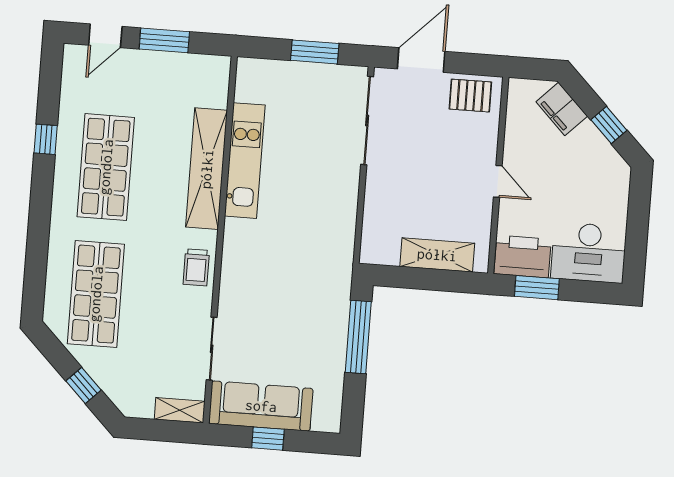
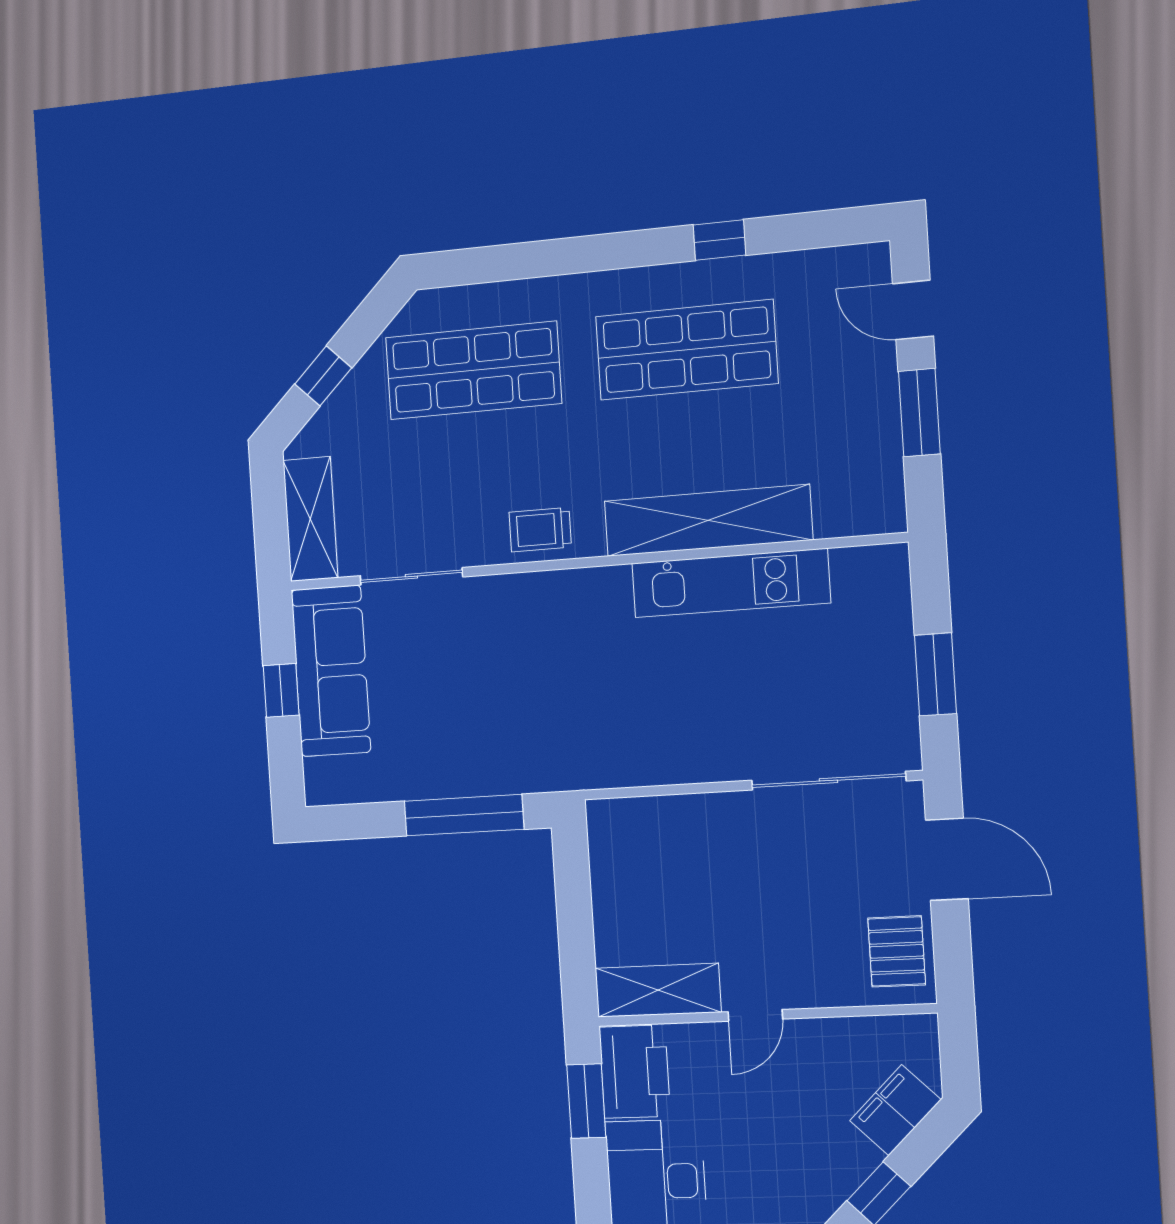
shelving: (437, 255) -> (658, 990), moved, turned 90
shelving: (180, 410) -> (310, 519), width x1.50, depth x1.33

